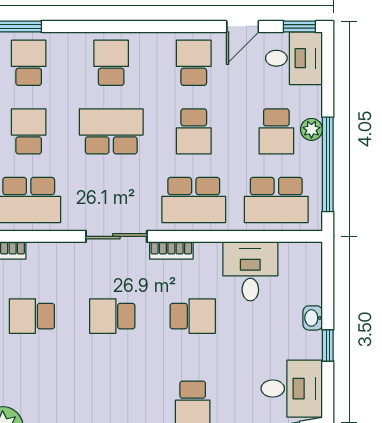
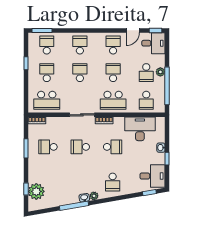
school desk: (111, 131) -> (80, 73), width x0.54
school desk: (194, 131) -> (113, 73), turned 180
school desk: (276, 200) -> (146, 100), width x0.54
desk: (250, 271) -> (140, 129), width x1.37

